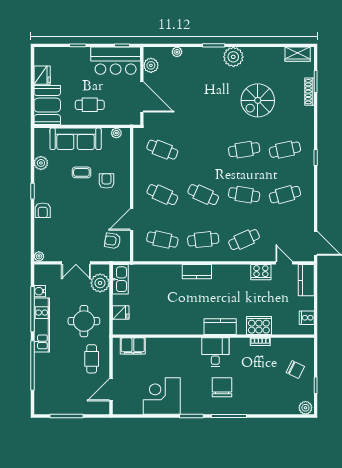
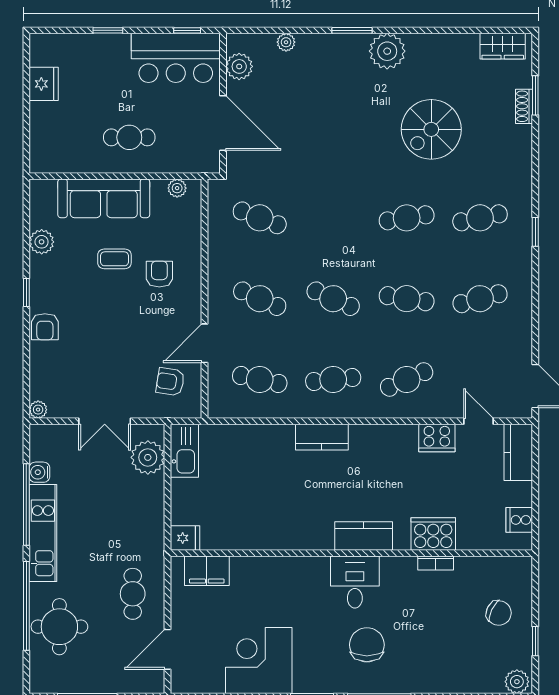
shoe rack: (309, 92) -> (524, 106), width x0.70
booth: (47, 105) -> (53, 138), removed
fridge: (121, 312) -> (185, 538), moved
round table: (84, 321) -> (59, 627), moved

